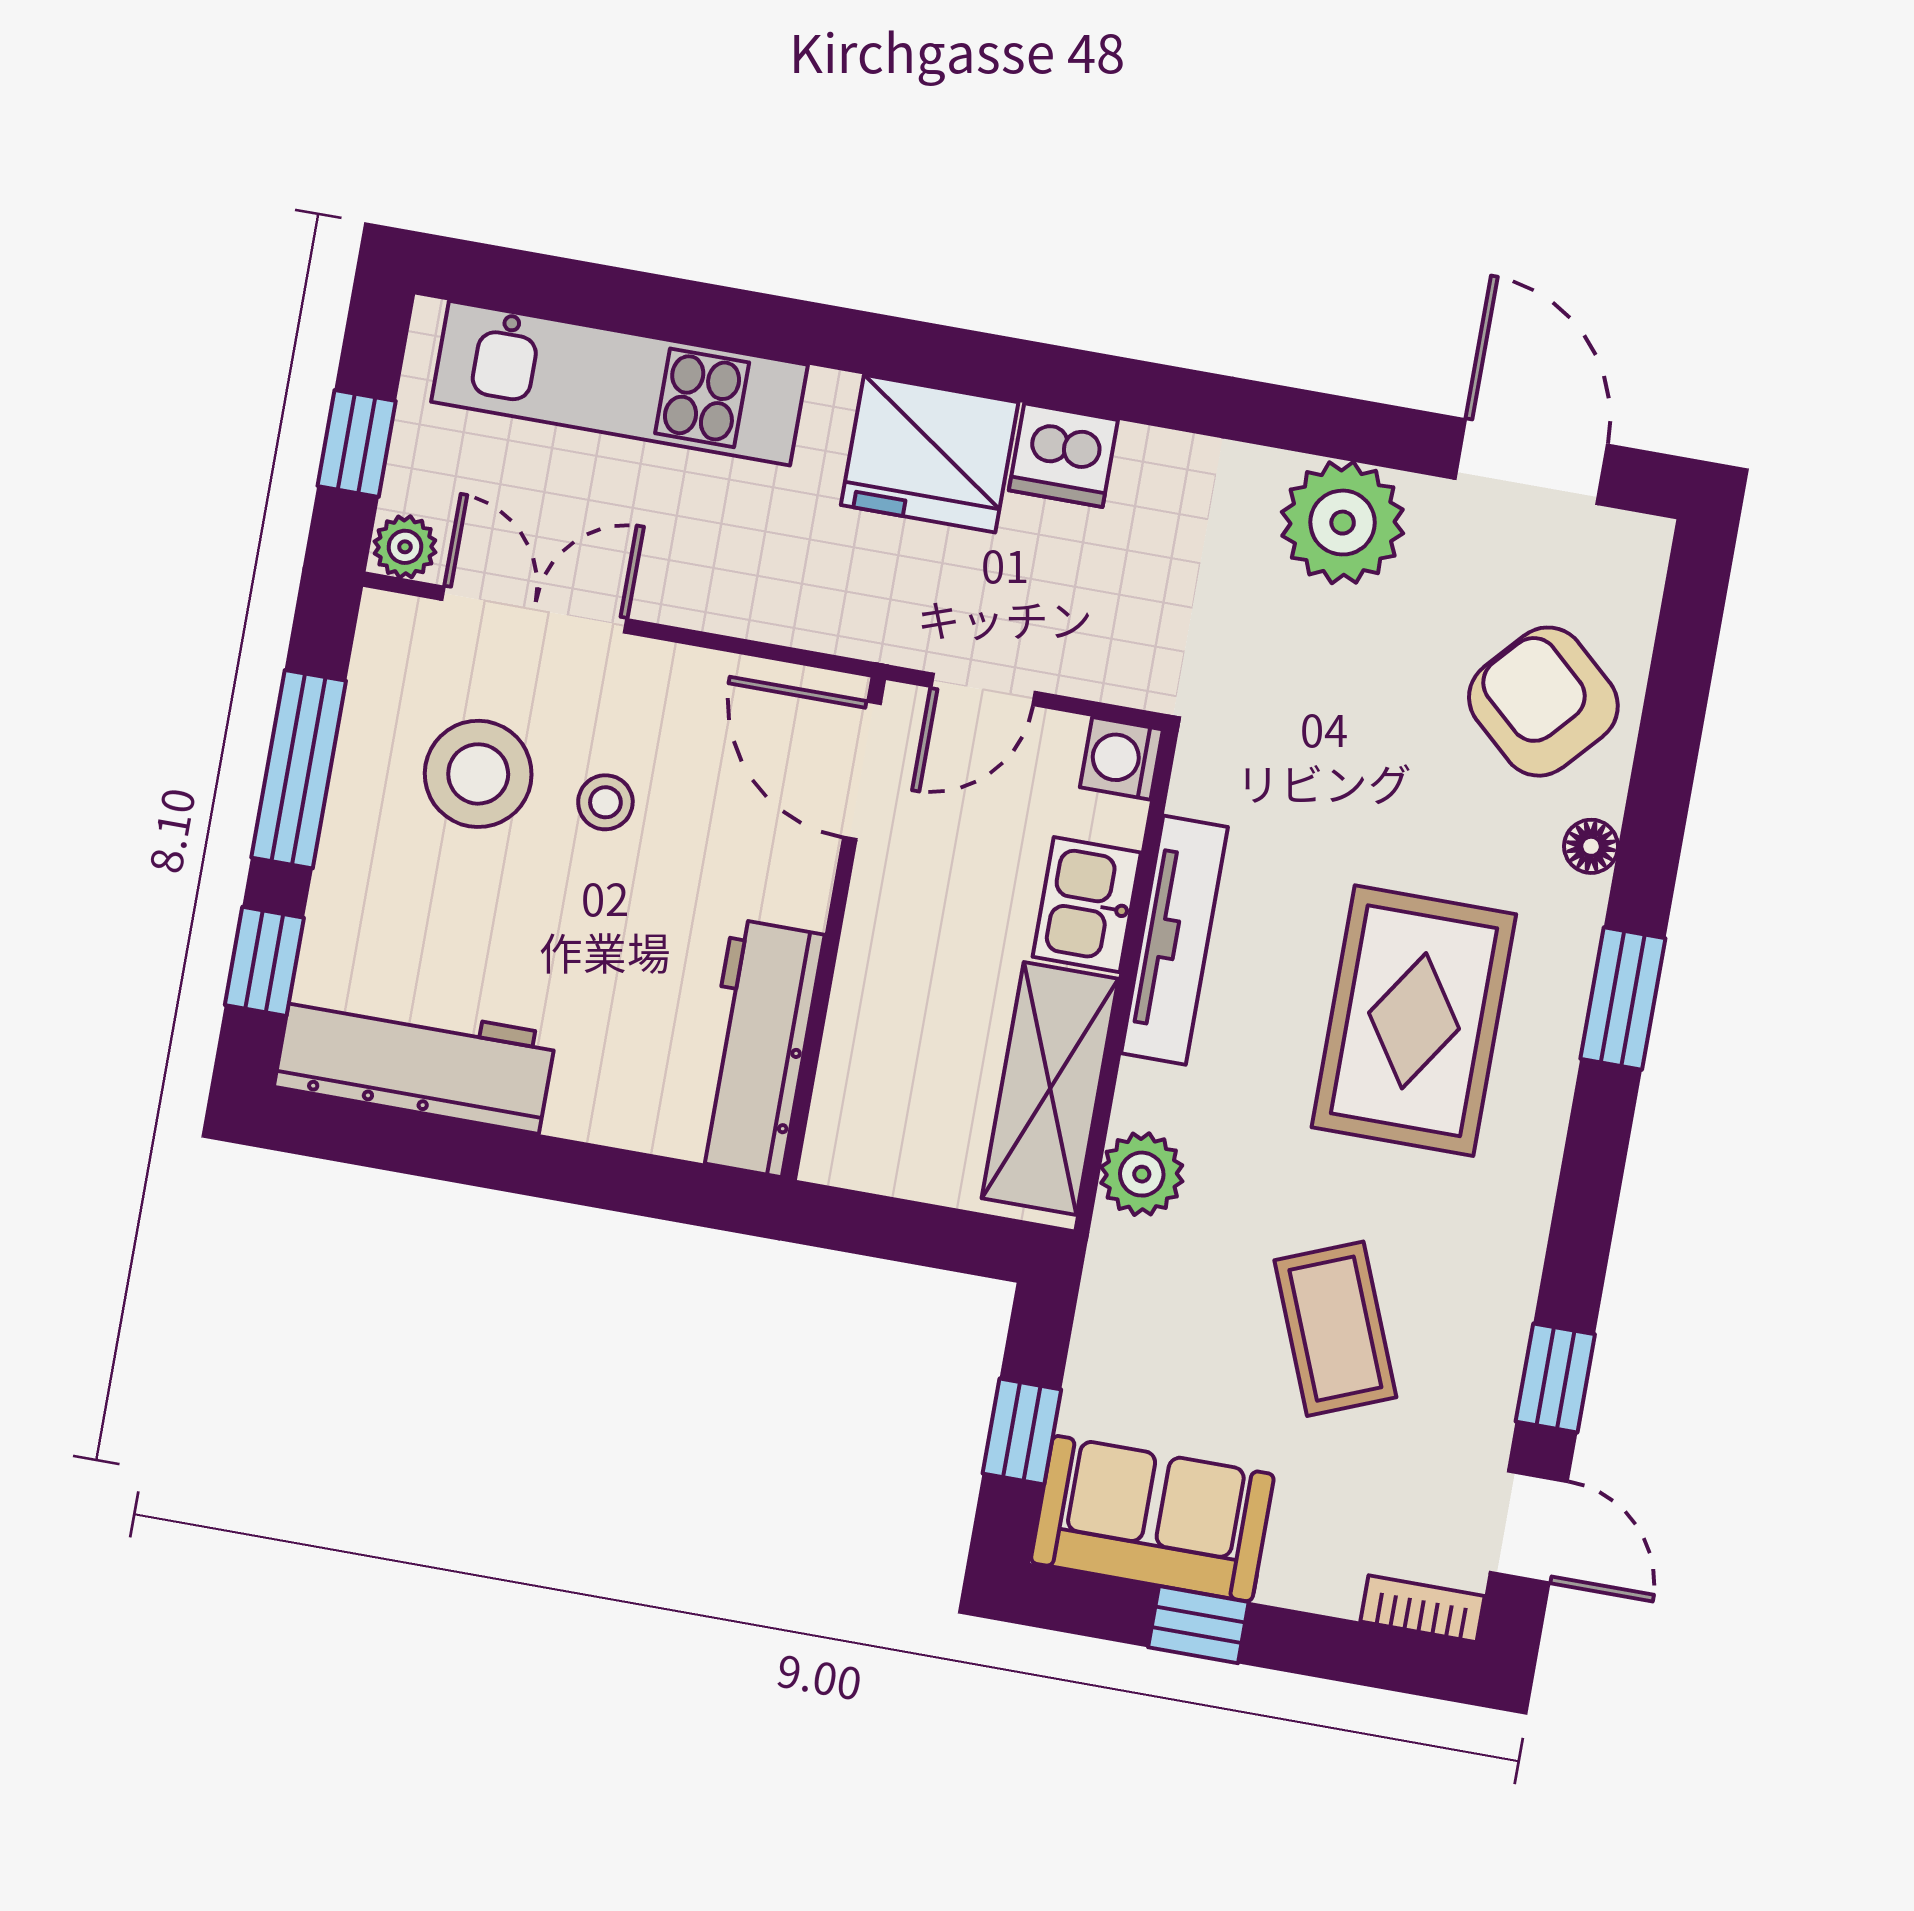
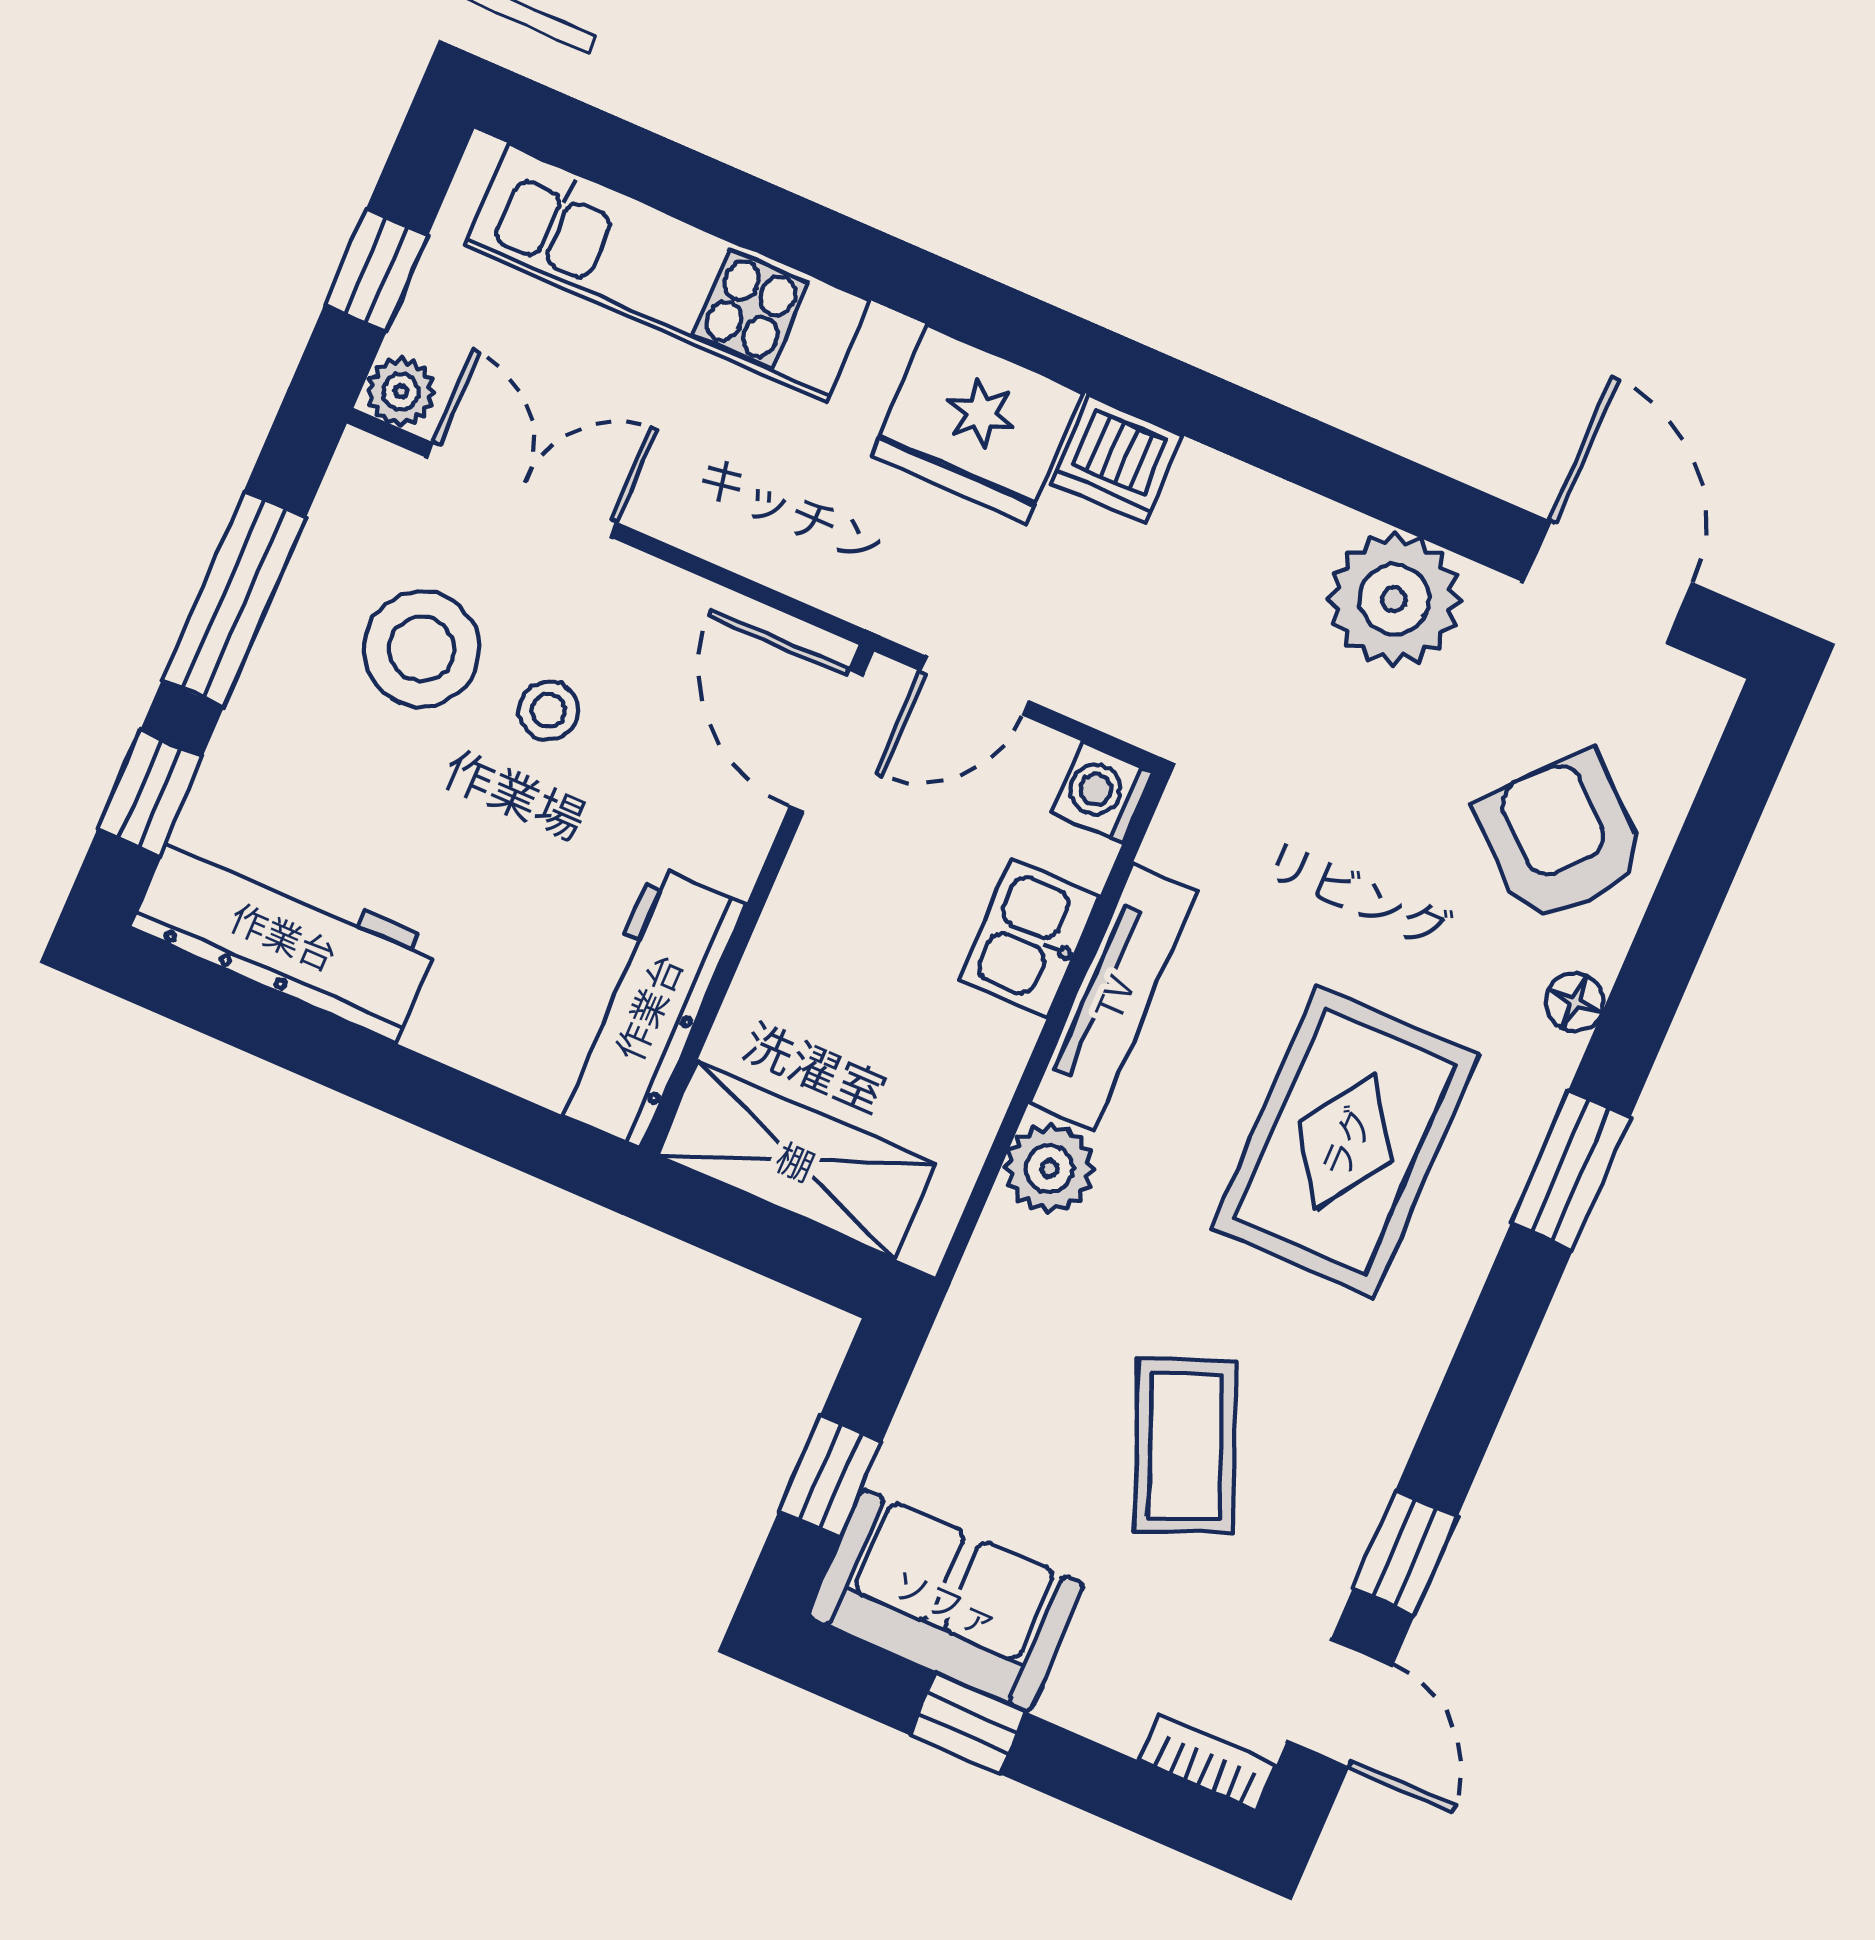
shelving: (1050, 1088) -> (796, 1160), moved, turned 90
plant: (1142, 1174) -> (1049, 1168), moved

